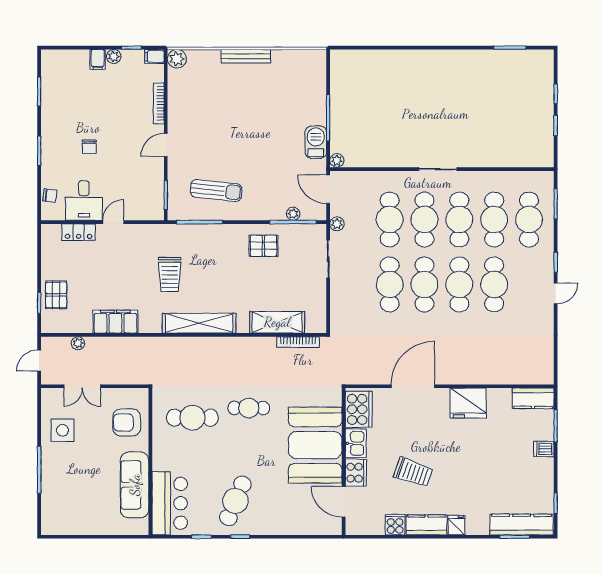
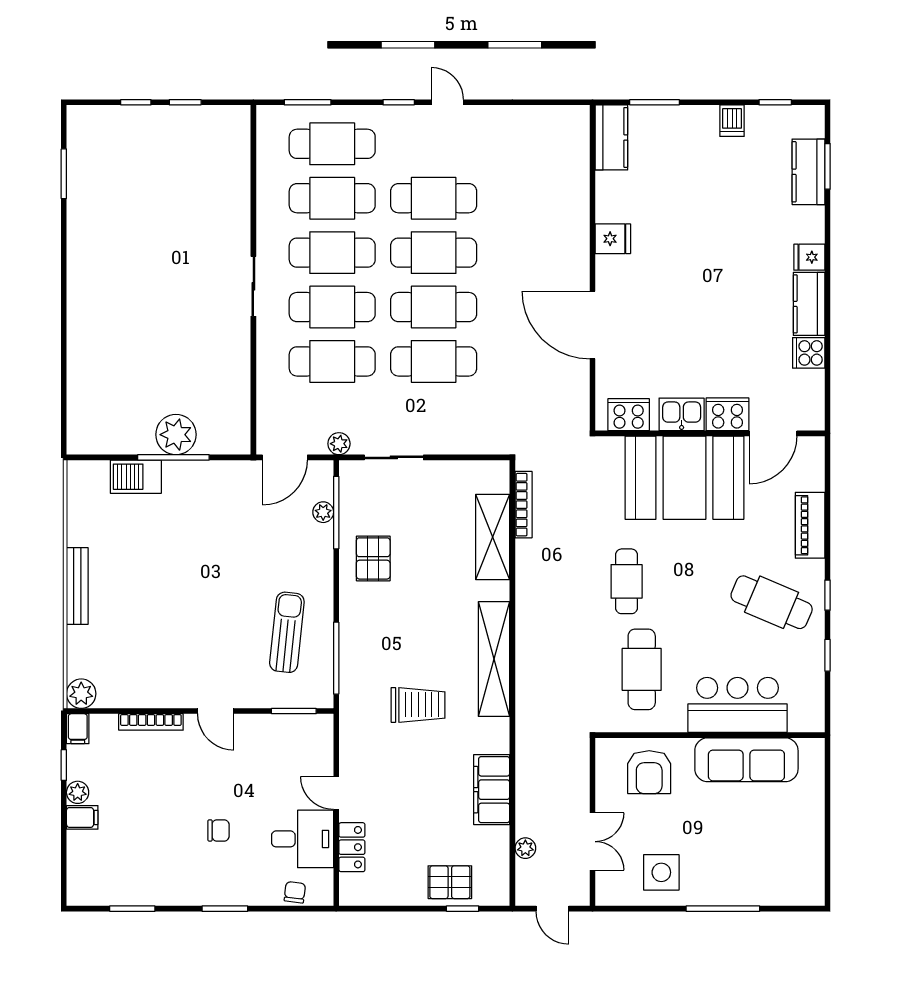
barbecue: (316, 142) -> (136, 477), moved
plant: (337, 160) -> (176, 435), moved, width x1.88, depth x1.88
fridge: (468, 403) -> (613, 239), width x0.53, depth x0.75
cooker: (359, 409) -> (629, 415), width x0.73, depth x0.76
dishwasher: (544, 449) -> (732, 121), moved
trolley: (413, 472) -> (727, 325), removed
bar counter: (170, 503) -> (737, 705), moved
kitchen counter: (522, 525) -> (808, 172), width x0.67
piano: (285, 526) -> (810, 525), added

